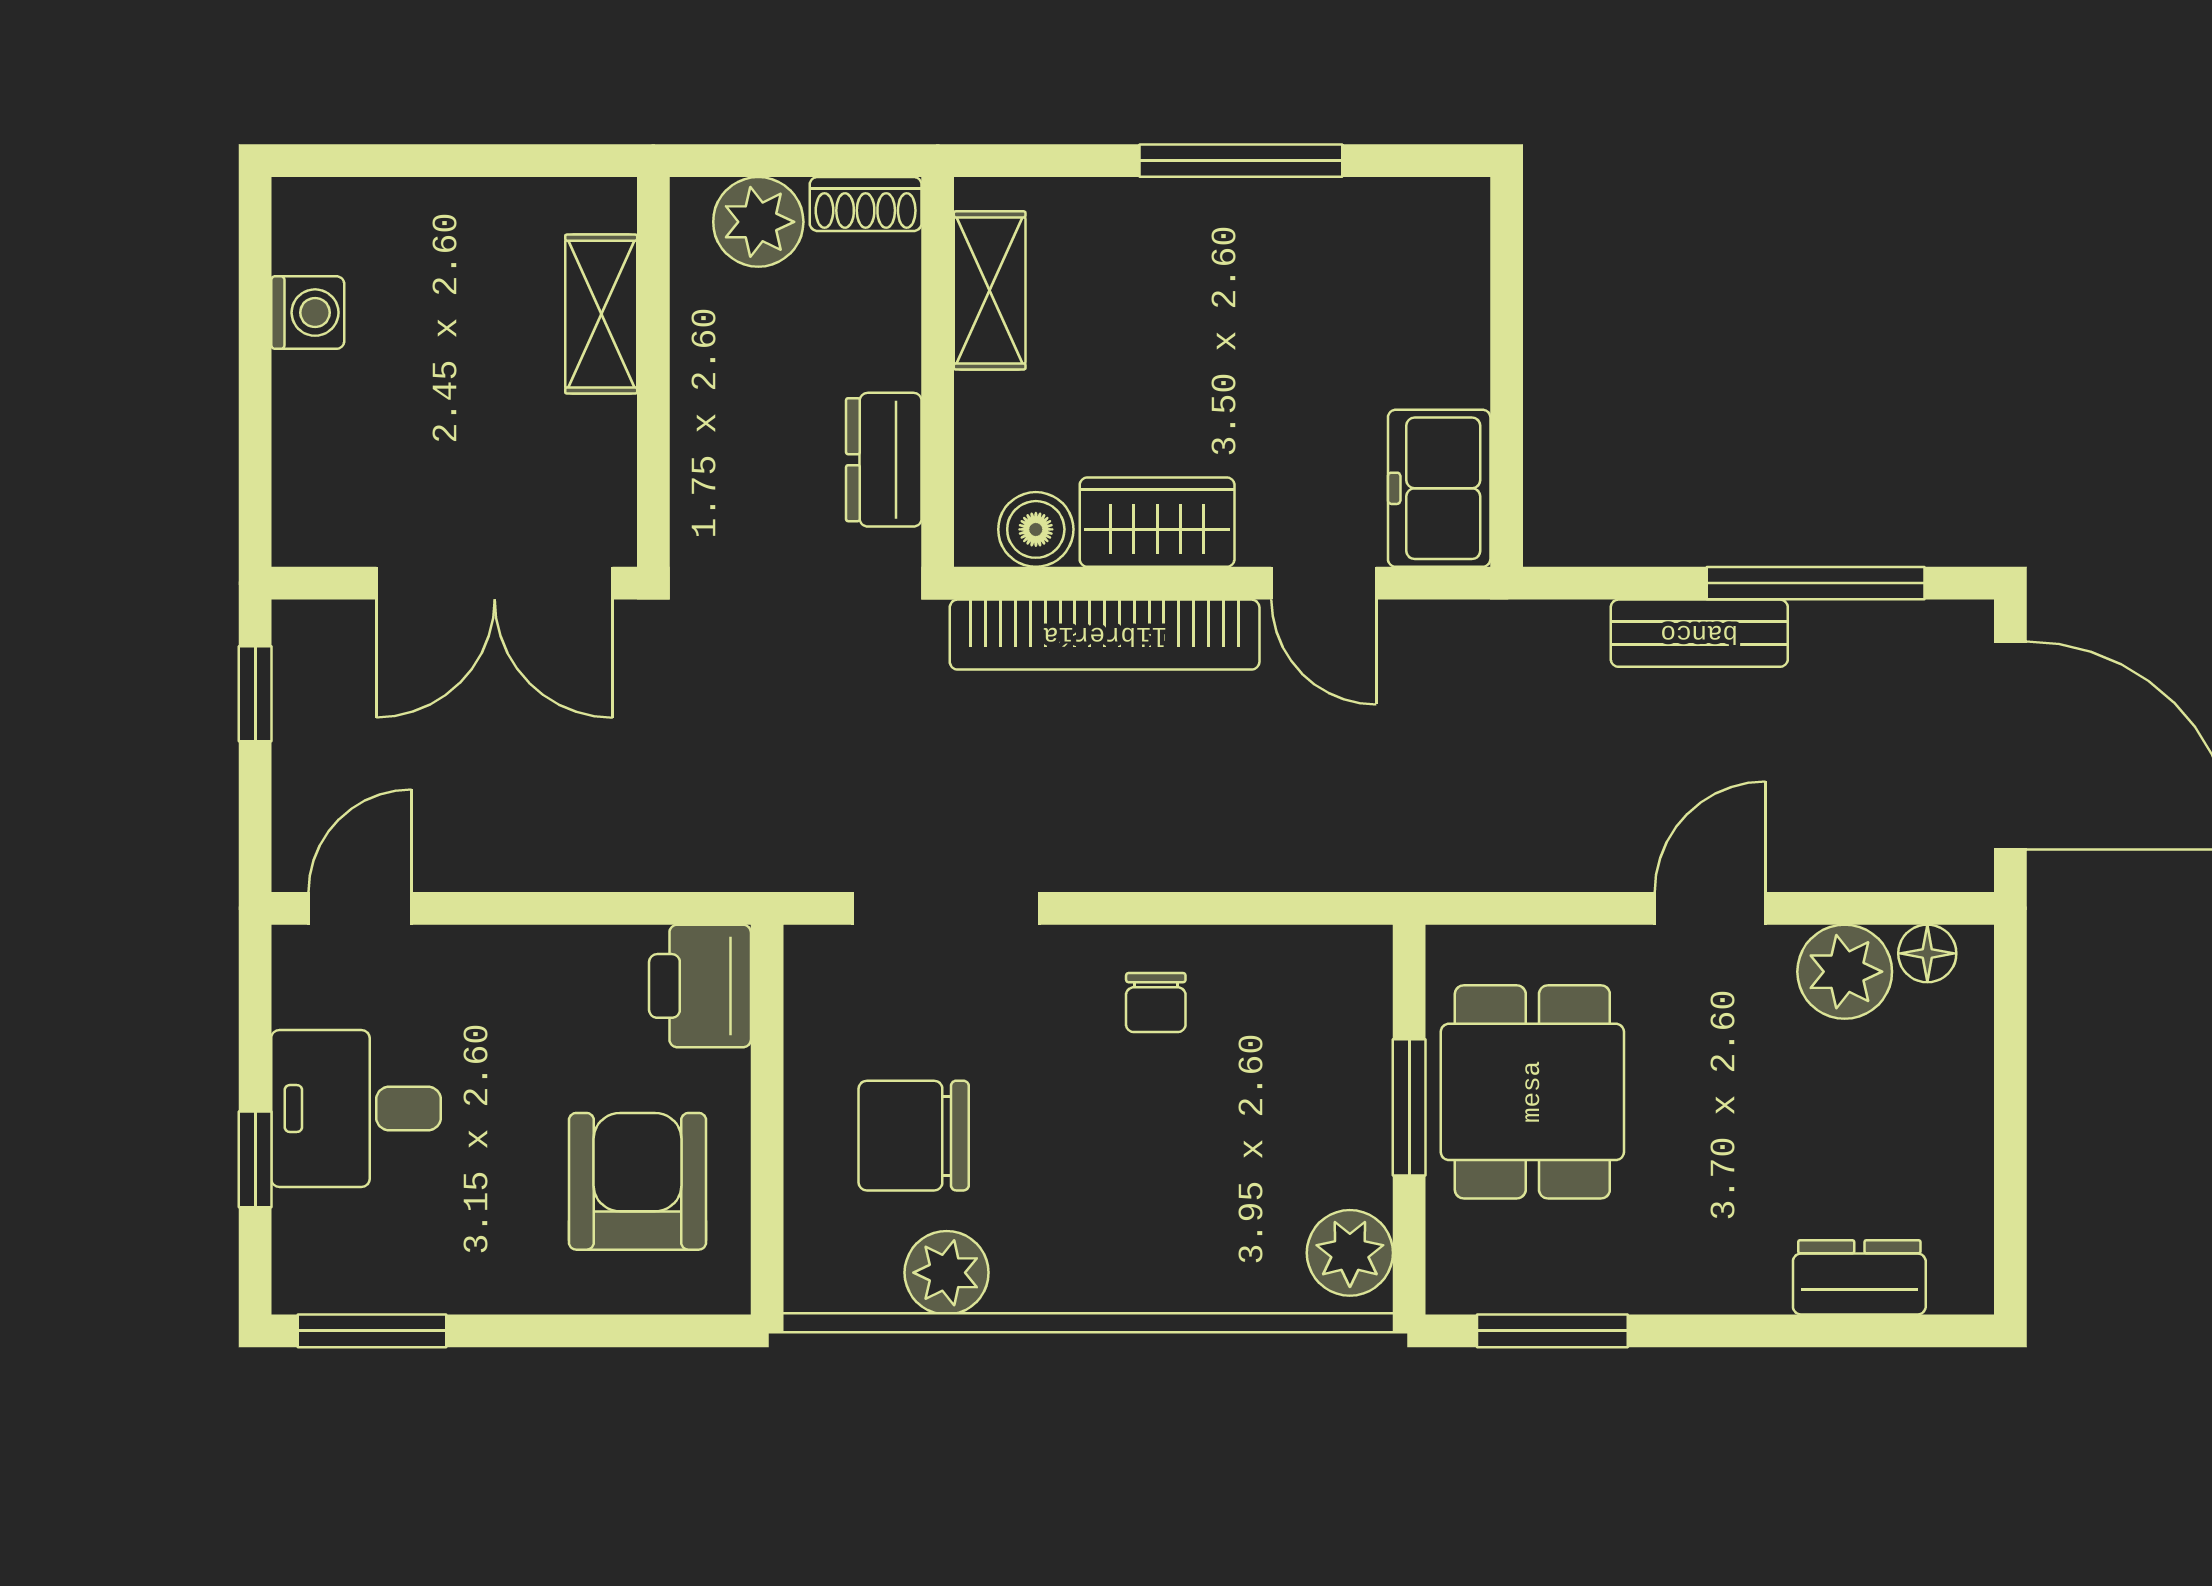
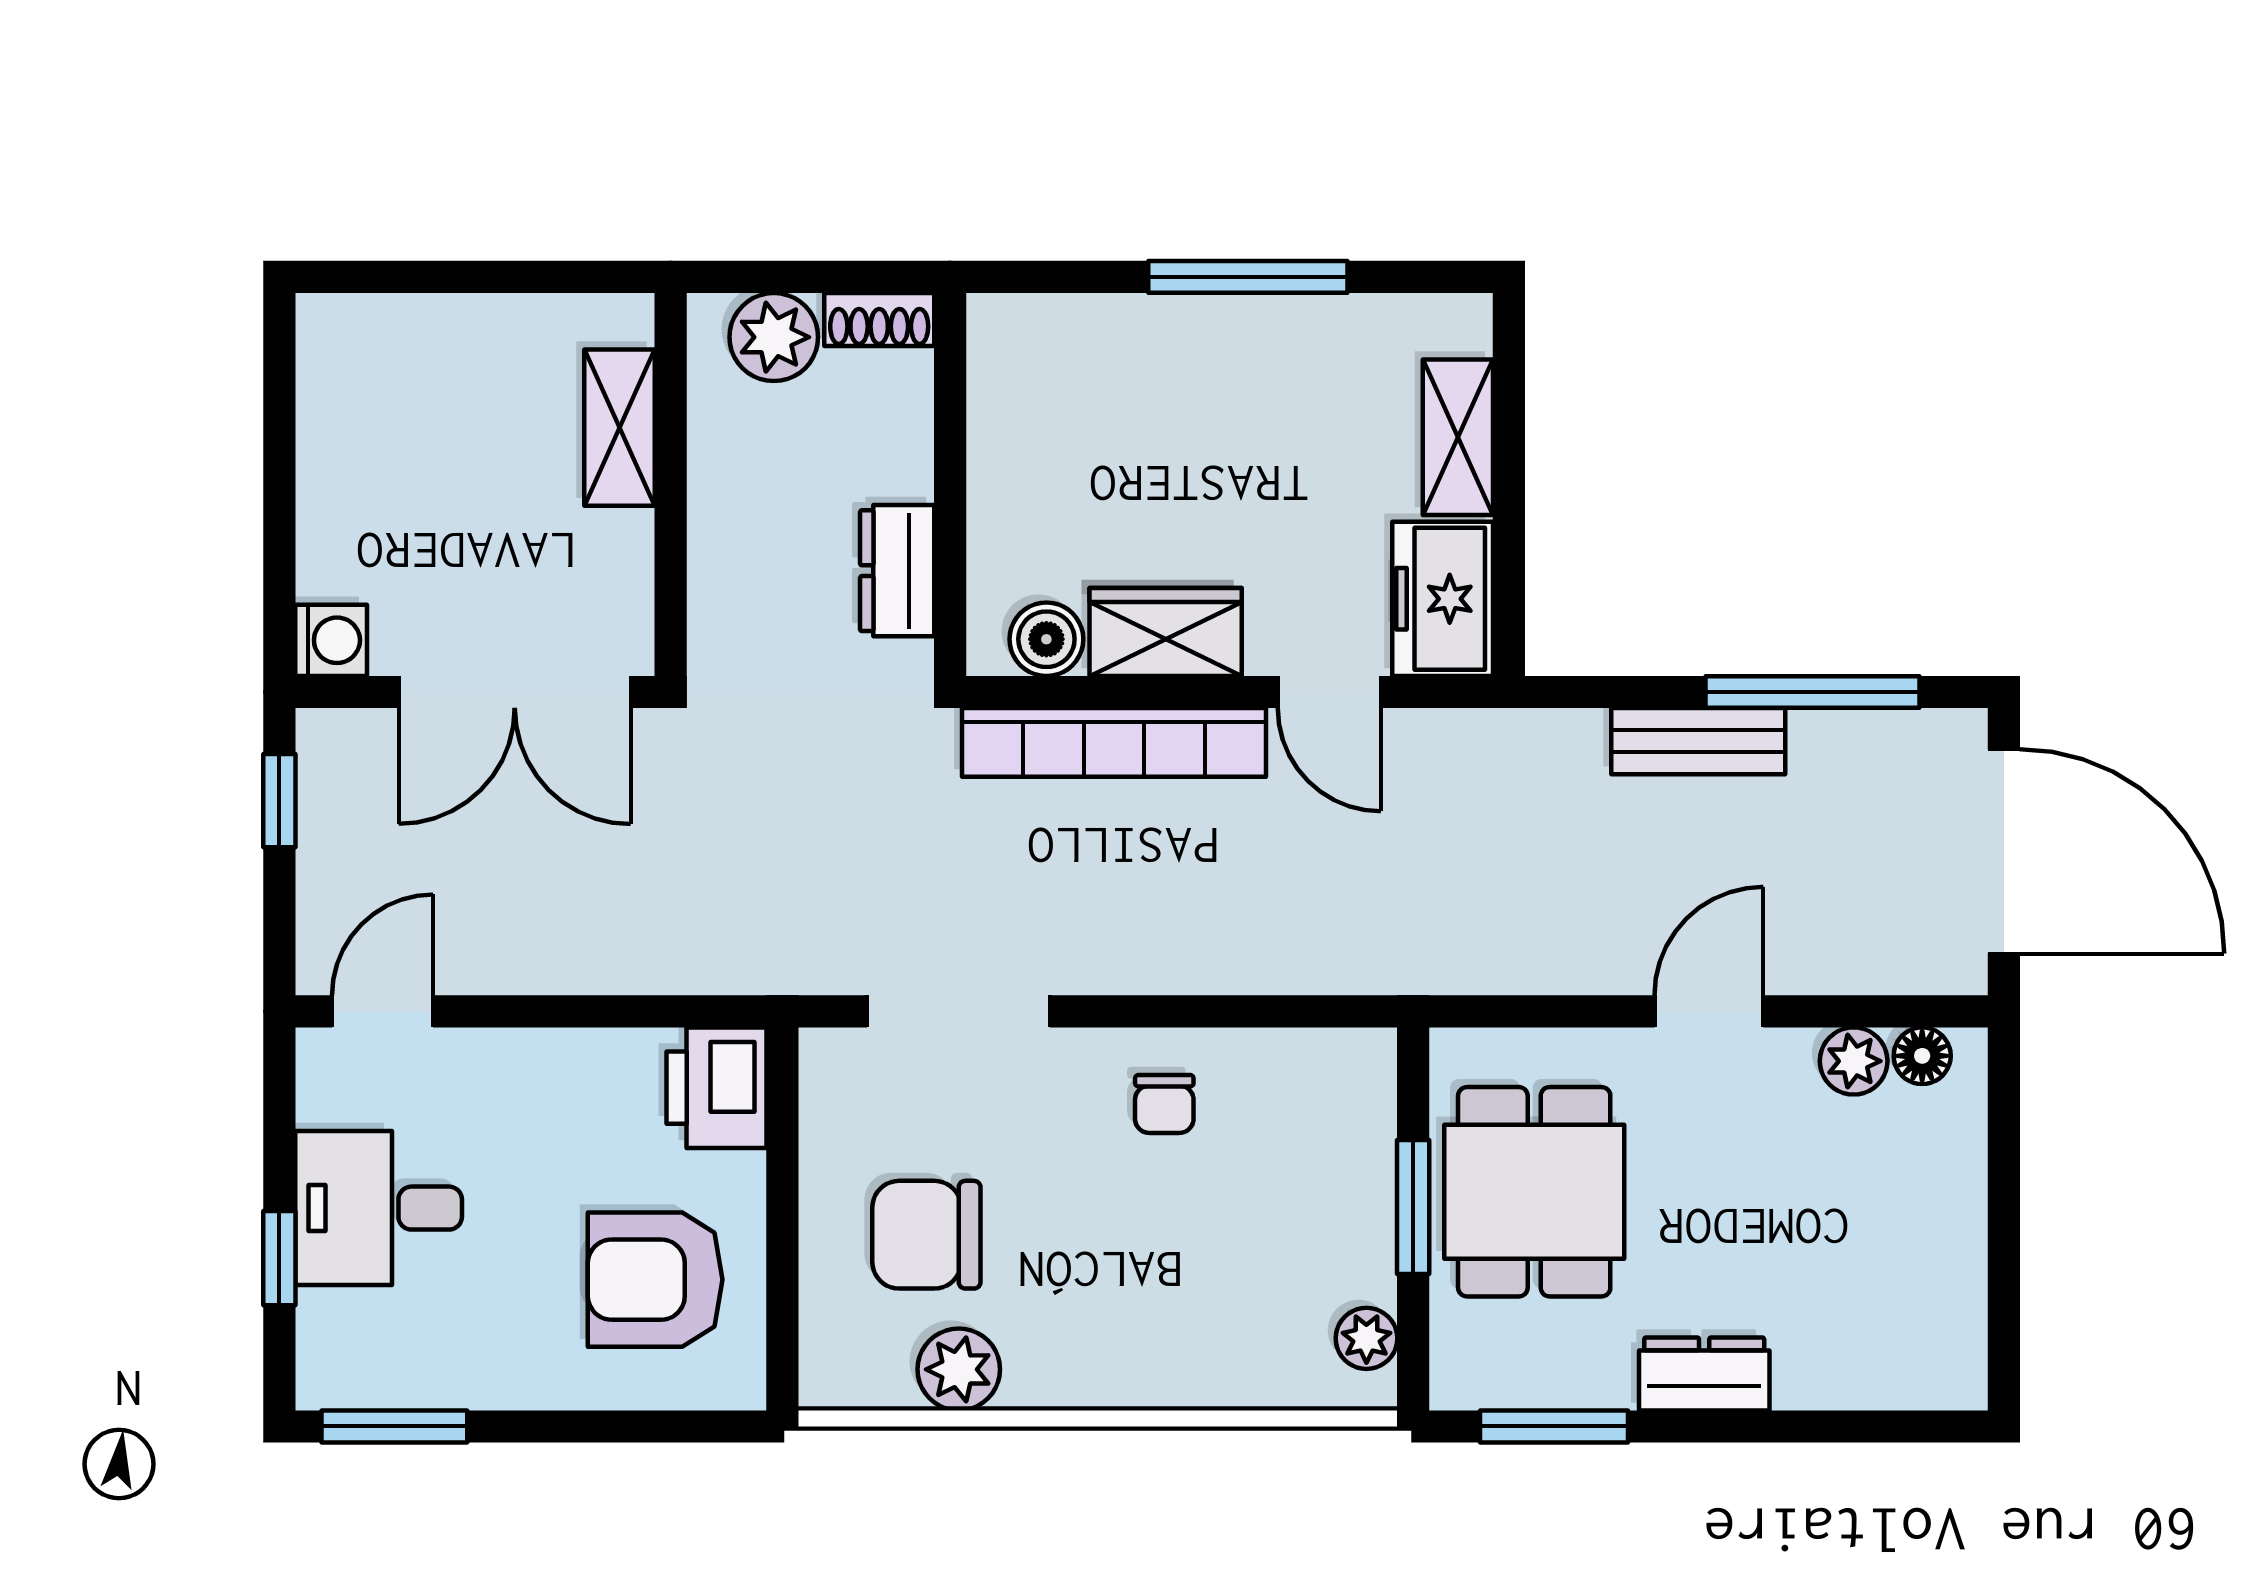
shelving: (990, 290) -> (1458, 437), moved
washing machine: (308, 313) -> (331, 640), moved
plant: (1845, 972) -> (1854, 1061), width x0.73, depth x0.73
armchair: (637, 1181) -> (655, 1280), turned -90
plant: (1350, 1253) -> (1366, 1338), width x0.73, depth x0.73
dresser: (1859, 1277) -> (1704, 1374), moved

